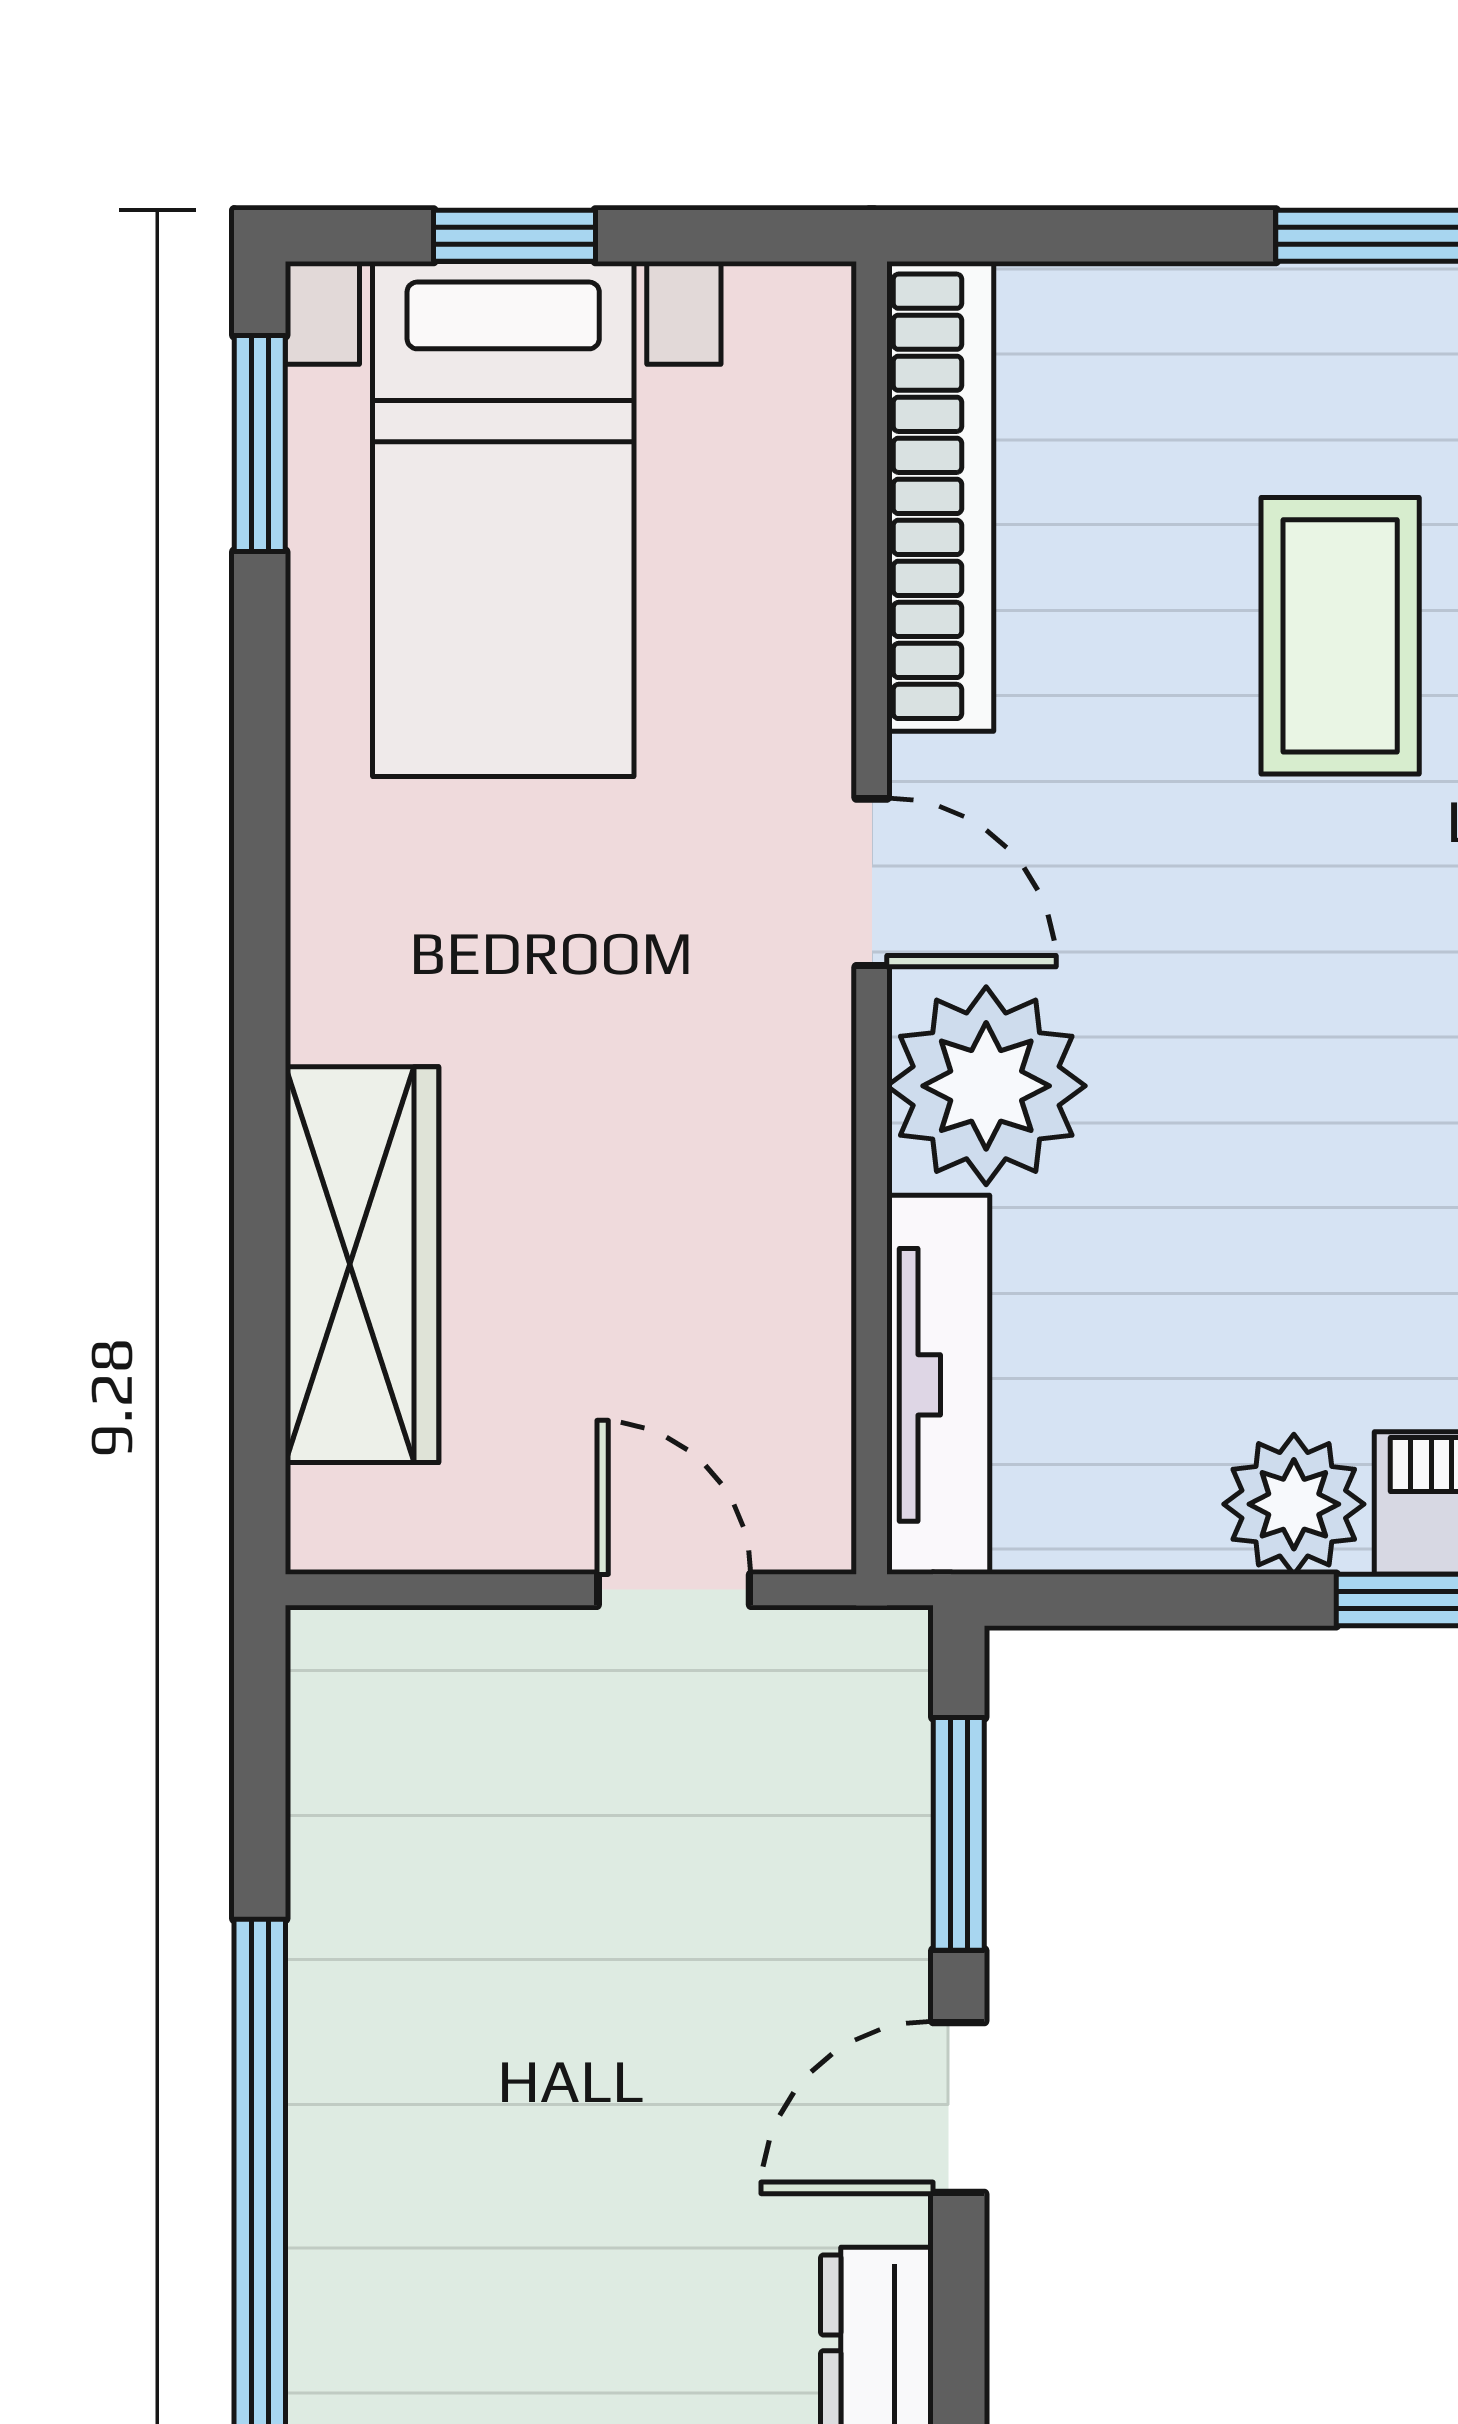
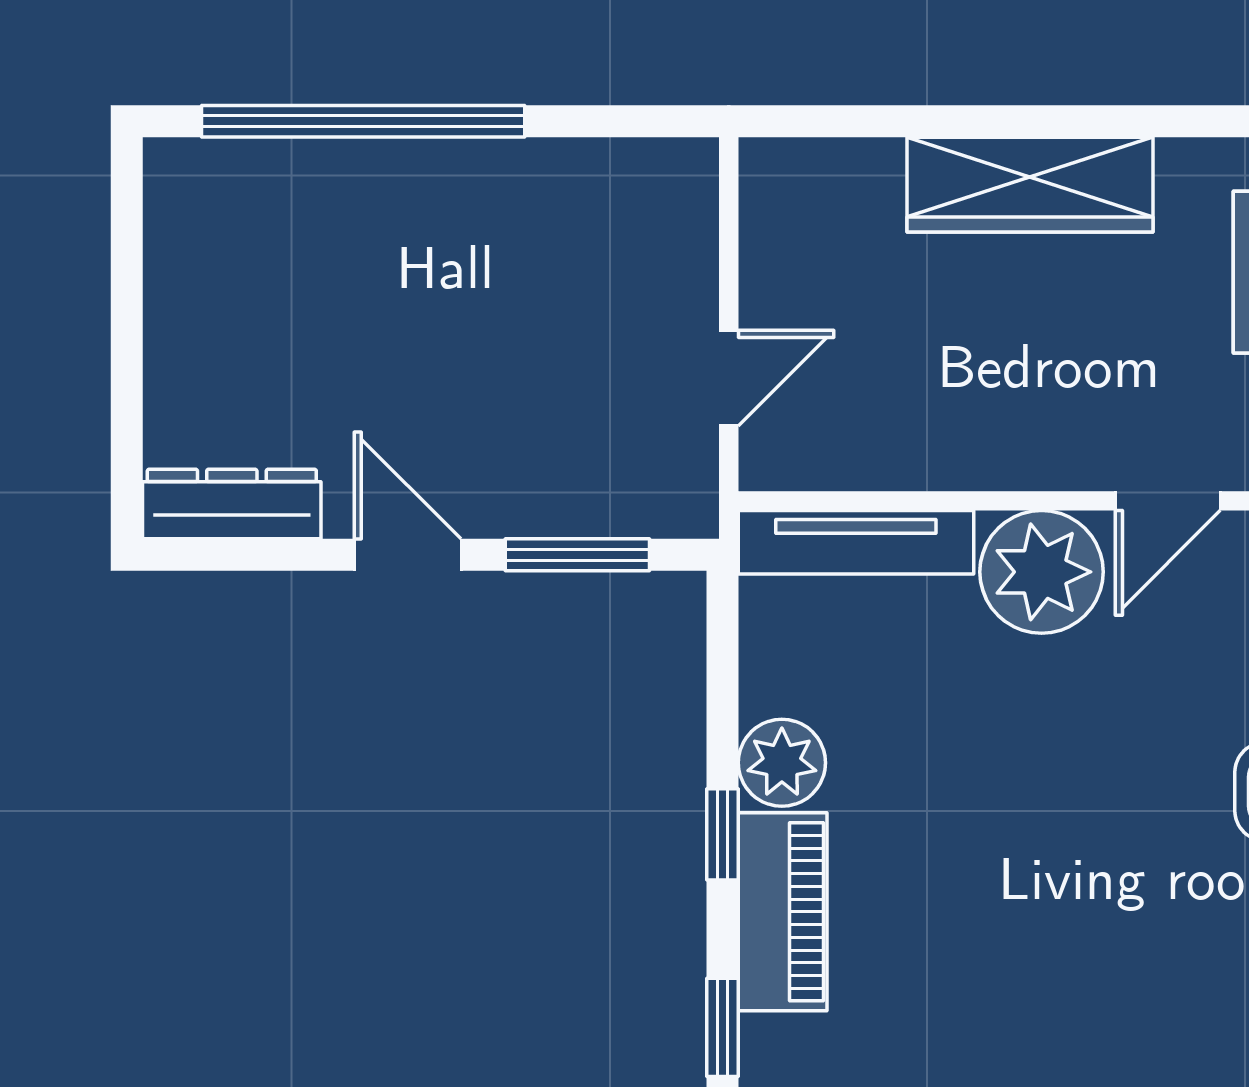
wardrobe: (362, 1265) -> (1030, 185), moved

